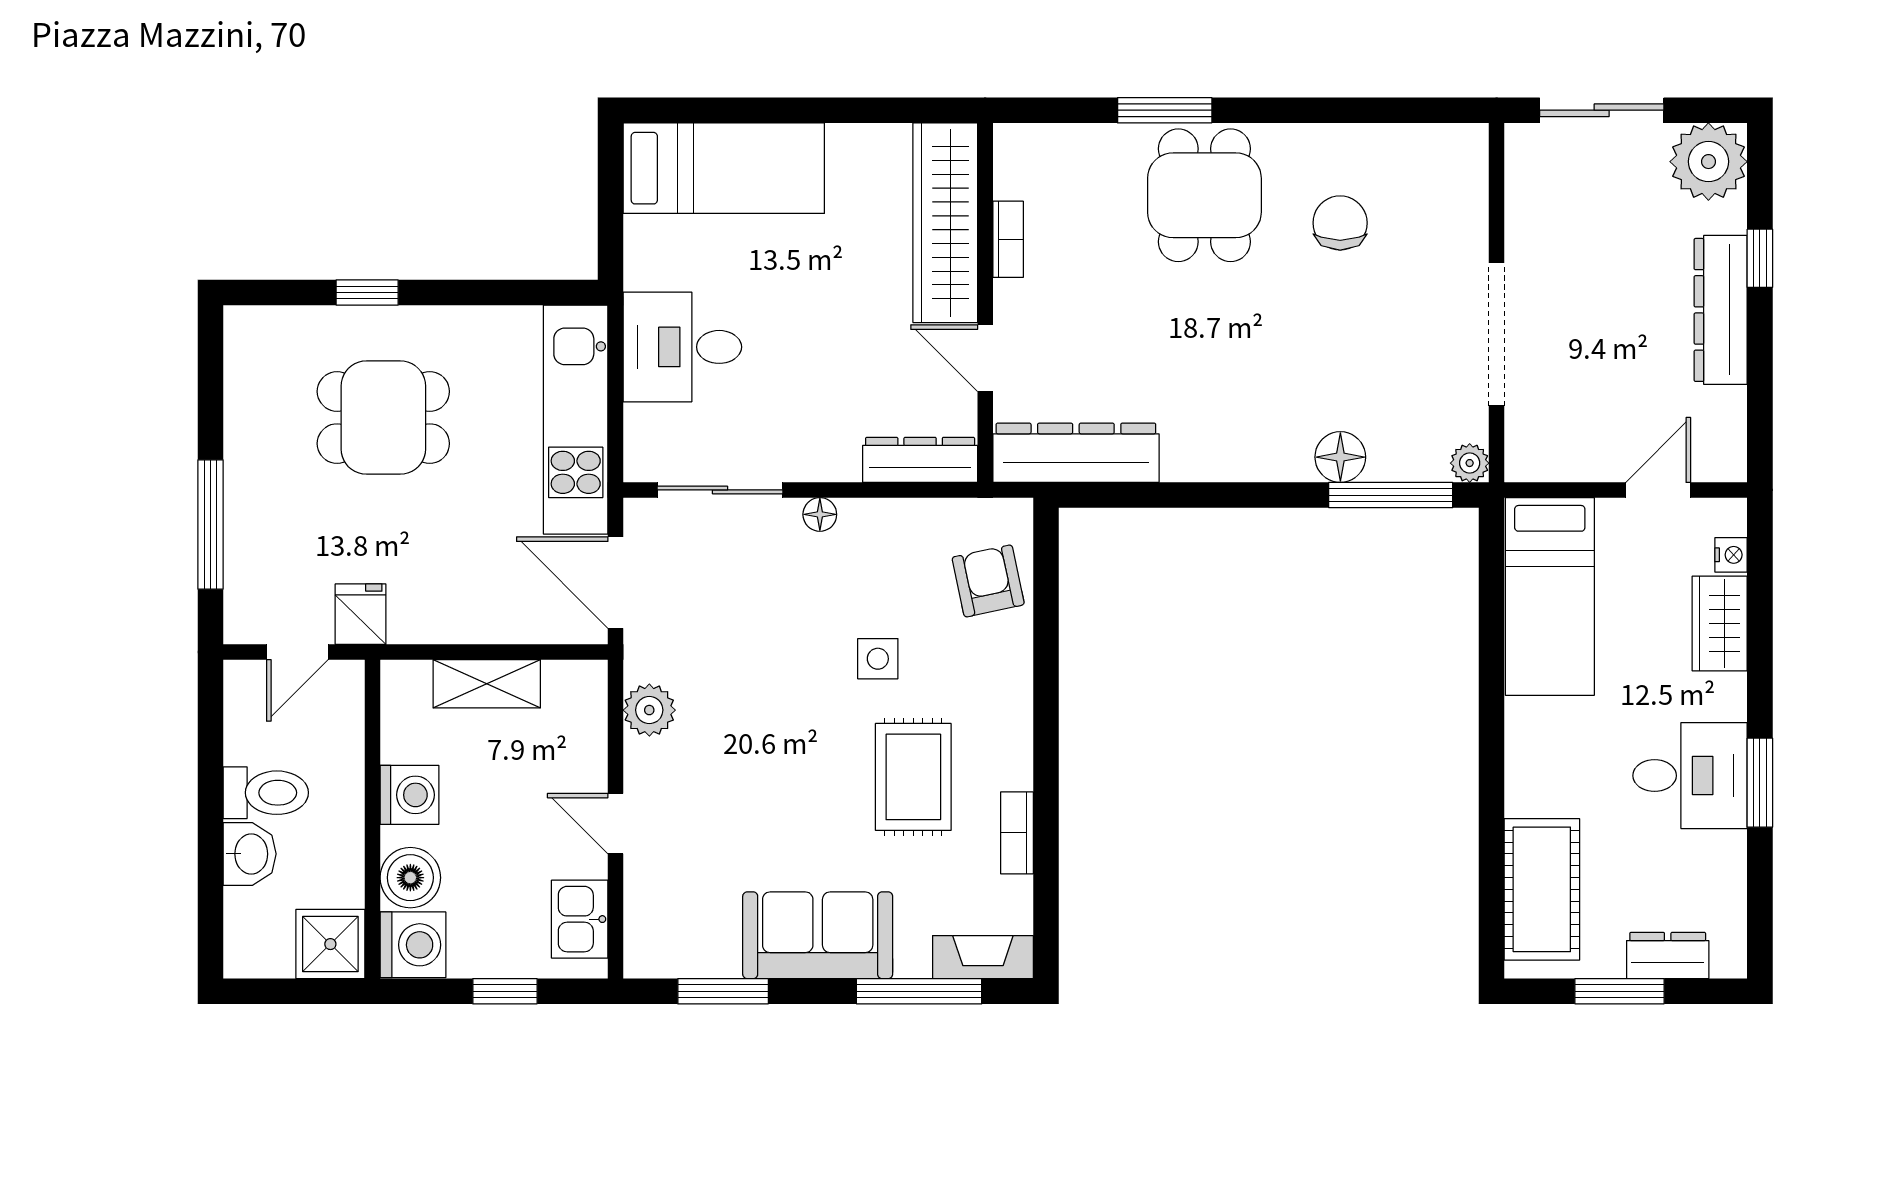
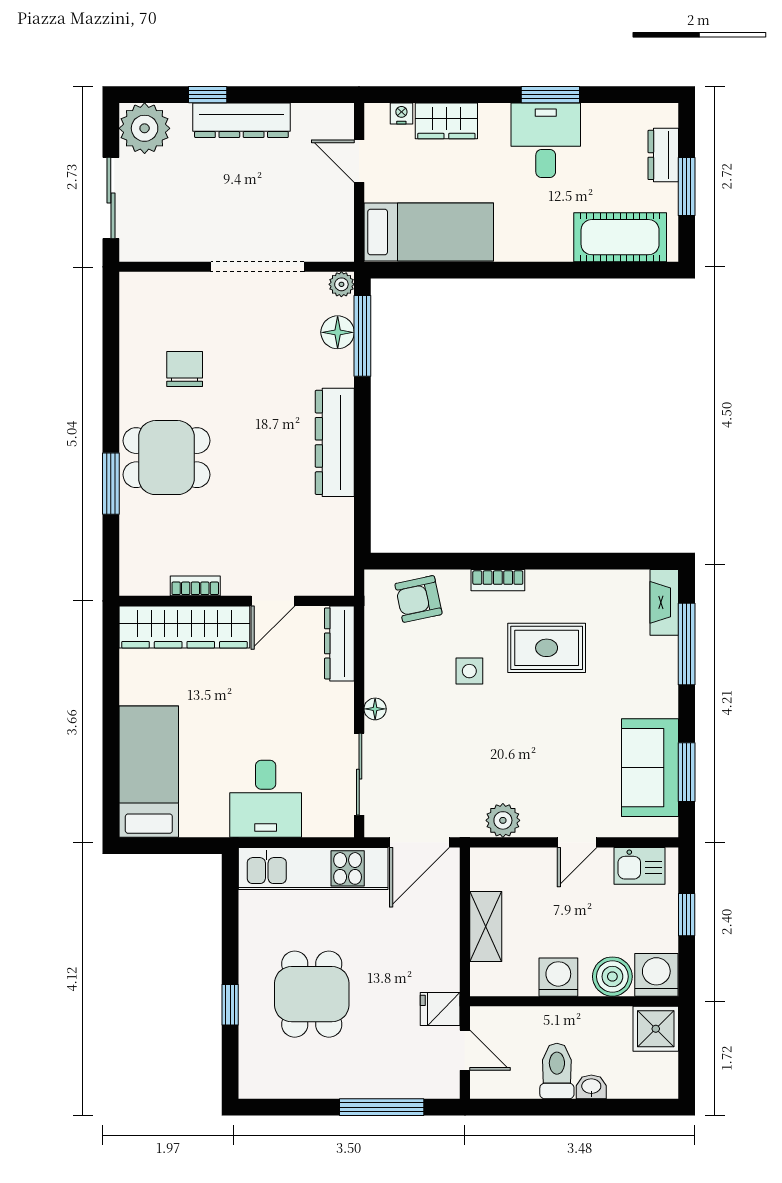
chair: (1340, 223) -> (185, 369), turned 90
dresser: (1076, 453) -> (335, 442), moved
floor lamp: (1340, 457) -> (338, 332), moved
bookcase: (1017, 833) -> (498, 580), moved
washbasin: (250, 854) -> (591, 1087), width x0.72, depth x0.69
sofa: (818, 935) -> (650, 768), moved

